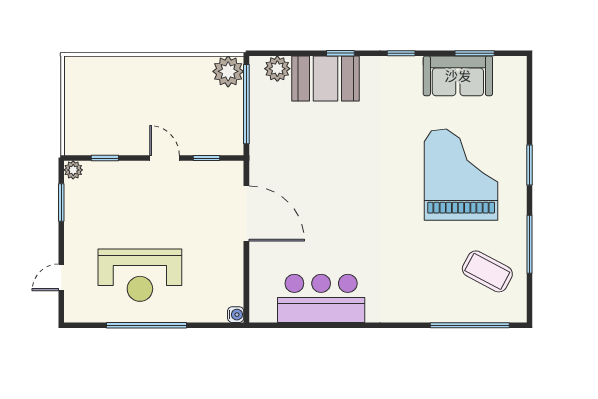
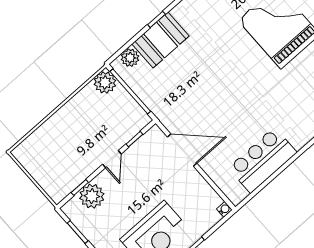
door: (165, 158) -> (112, 159), swing flipped
plant: (73, 170) -> (92, 196), moved, width x1.87, depth x1.87

